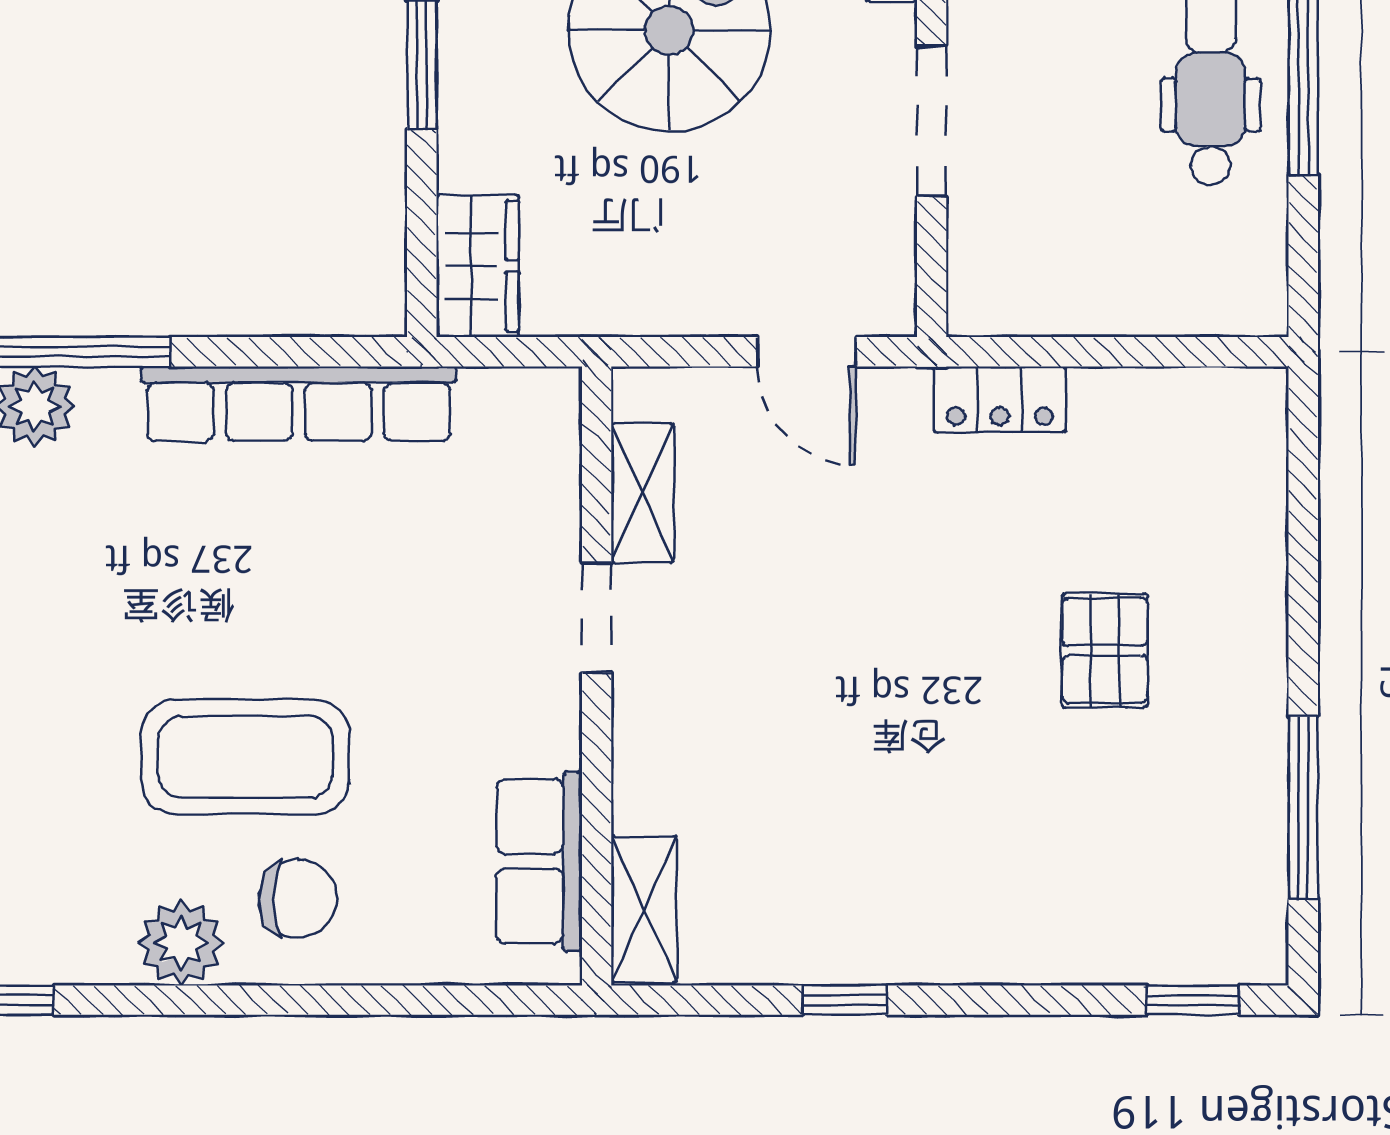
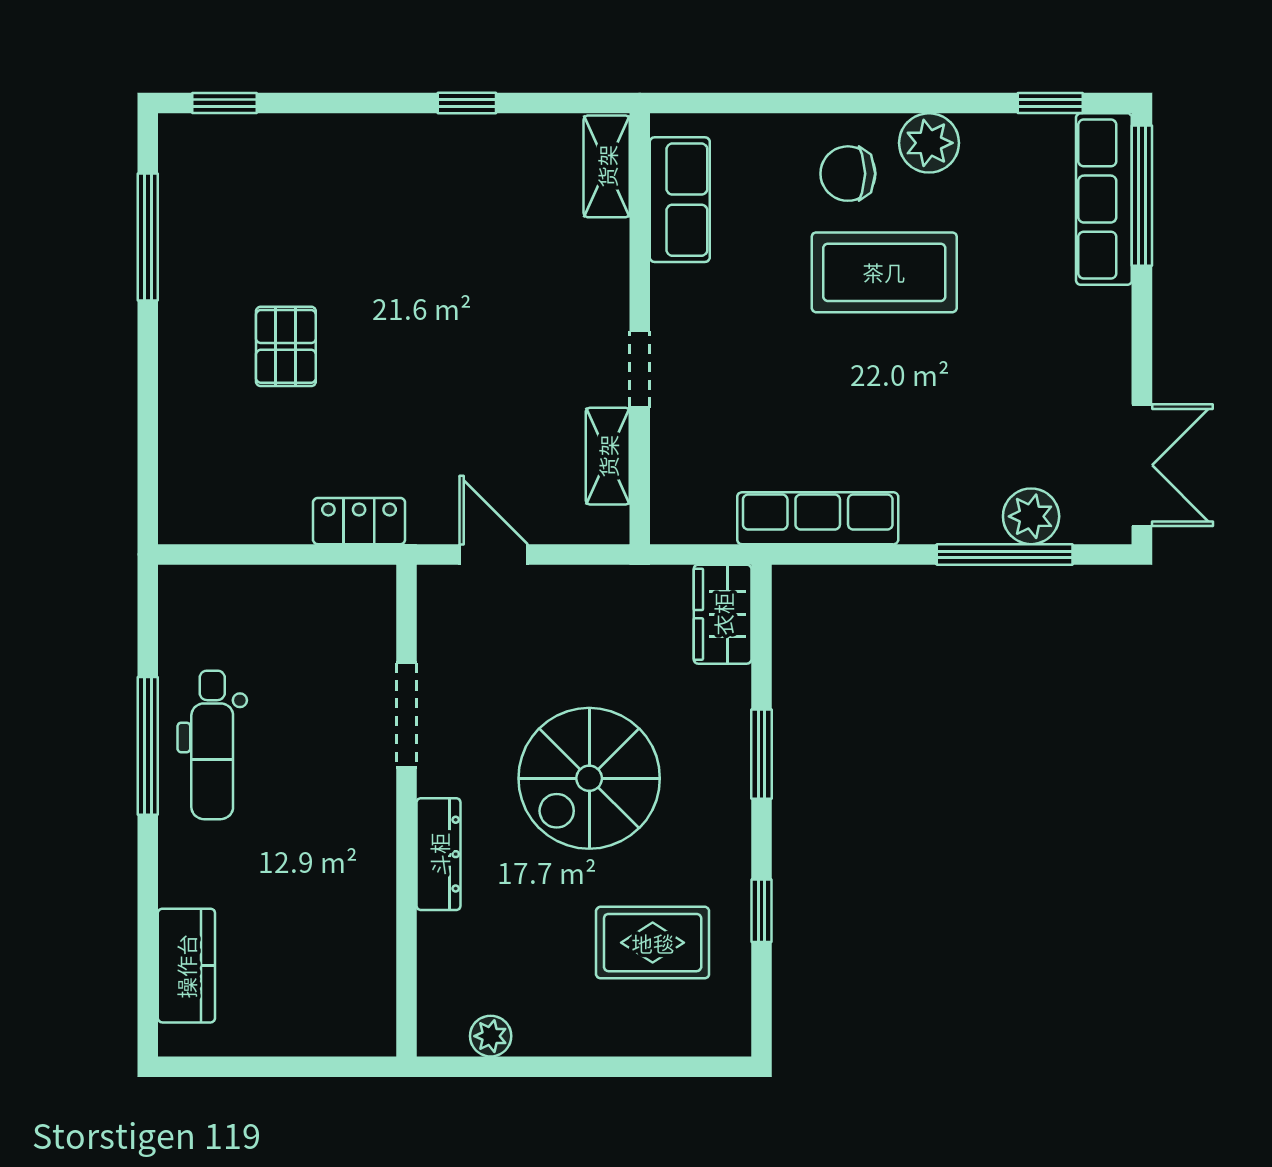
row of seats: (299, 404) -> (818, 518), width x0.73

